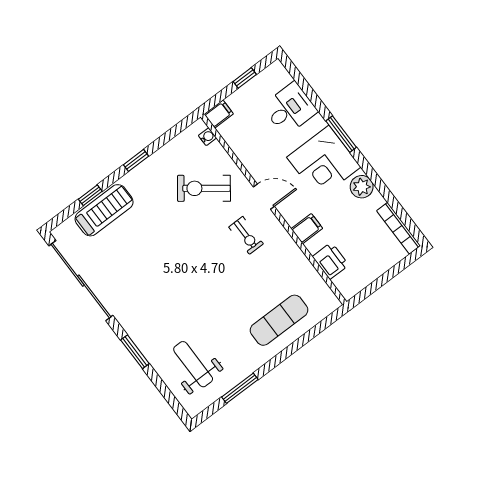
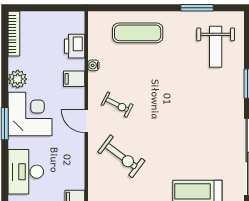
desk: (290, 109) -> (26, 172), width x1.37
water cooler: (208, 137) -> (93, 65), moved
exercise bike: (246, 235) -> (117, 105), turned 117

